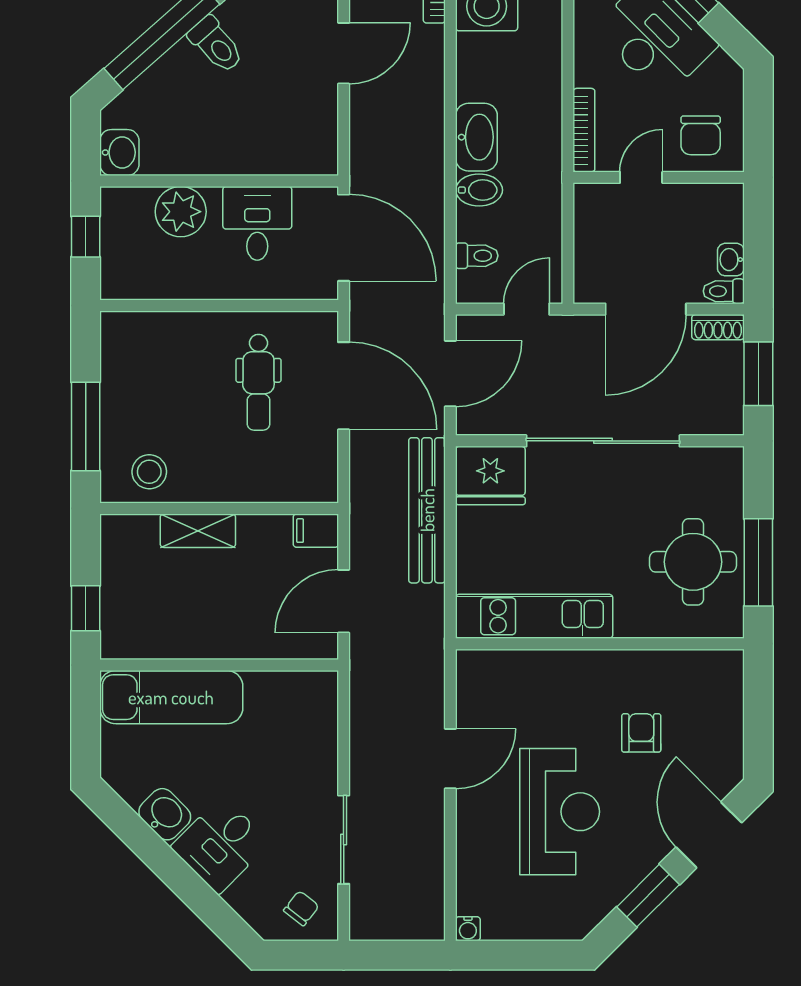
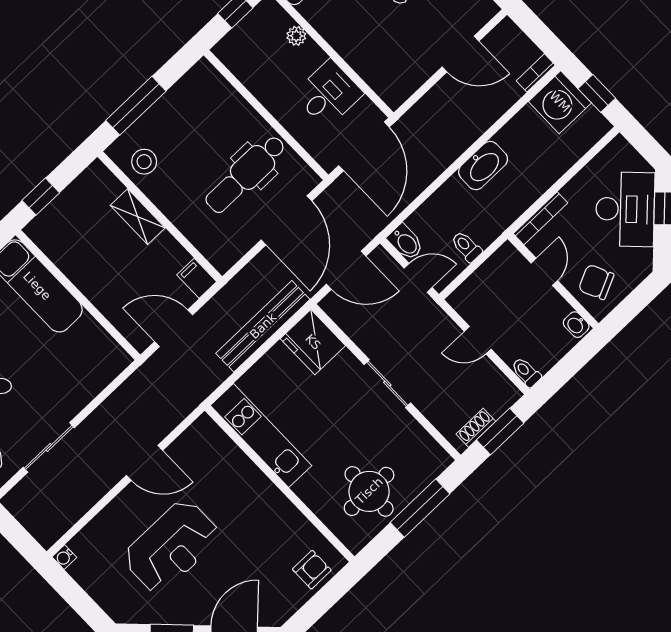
chair: (701, 135) -> (596, 282), turned 65
door: (641, 177) -> (544, 272), hinge flipped
bidet: (479, 190) -> (406, 242), moved
plant: (181, 212) -> (296, 36), width x0.53, depth x0.53
toilet: (477, 256) -> (466, 247), moved, turned 180
washbasin: (731, 260) -> (576, 325), moved, turned -90
door: (646, 309) -> (478, 340), width x0.53
shoe rack: (718, 327) -> (476, 428), moved, turned 90
dental chair: (258, 382) -> (246, 174), width x1.36, depth x1.38
sliding door: (603, 441) -> (387, 384), width x0.54
window: (758, 562) -> (420, 508), moved
armchair: (641, 733) -> (312, 570), moved

